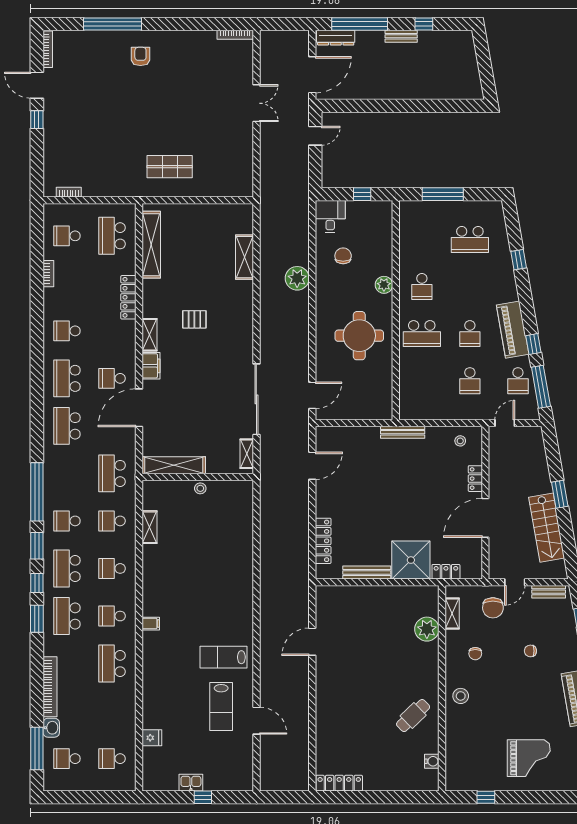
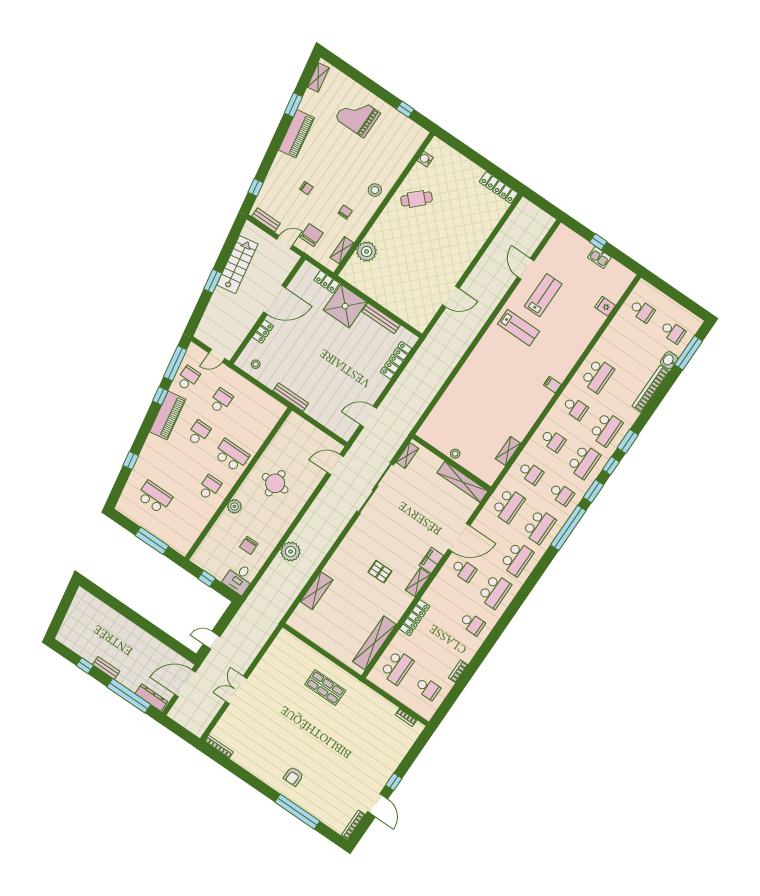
round table: (359, 336) -> (275, 483), width x0.73, depth x0.73
school desk: (67, 473) -> (539, 526), added

